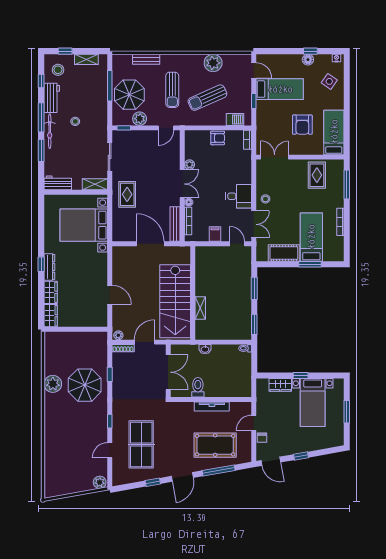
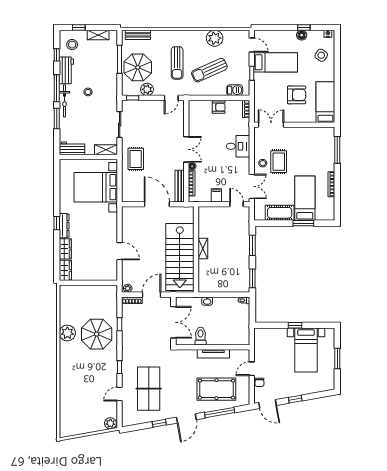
bench: (146, 59) -> (138, 35), moved
armchair: (302, 125) -> (297, 95), turned -90
plant: (190, 165) -> (193, 132), removed
rug: (317, 175) -> (279, 162), moved
desk: (239, 196) -> (238, 146), moved
shelving: (200, 308) -> (203, 248), moved
wardrobe: (280, 385) -> (276, 334), removed

